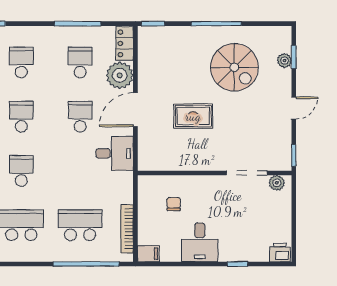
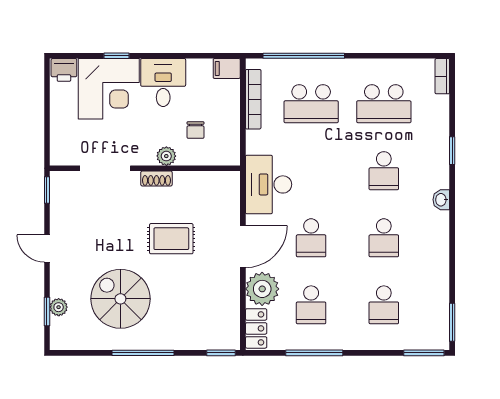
door: (294, 108) -> (47, 249), hinge flipped
desk: (115, 153) -> (269, 184), width x1.37
shoe rack: (205, 165) -> (156, 178), added
plant: (277, 183) -> (166, 156), moved
corner desk: (244, 237) -> (109, 89), added

